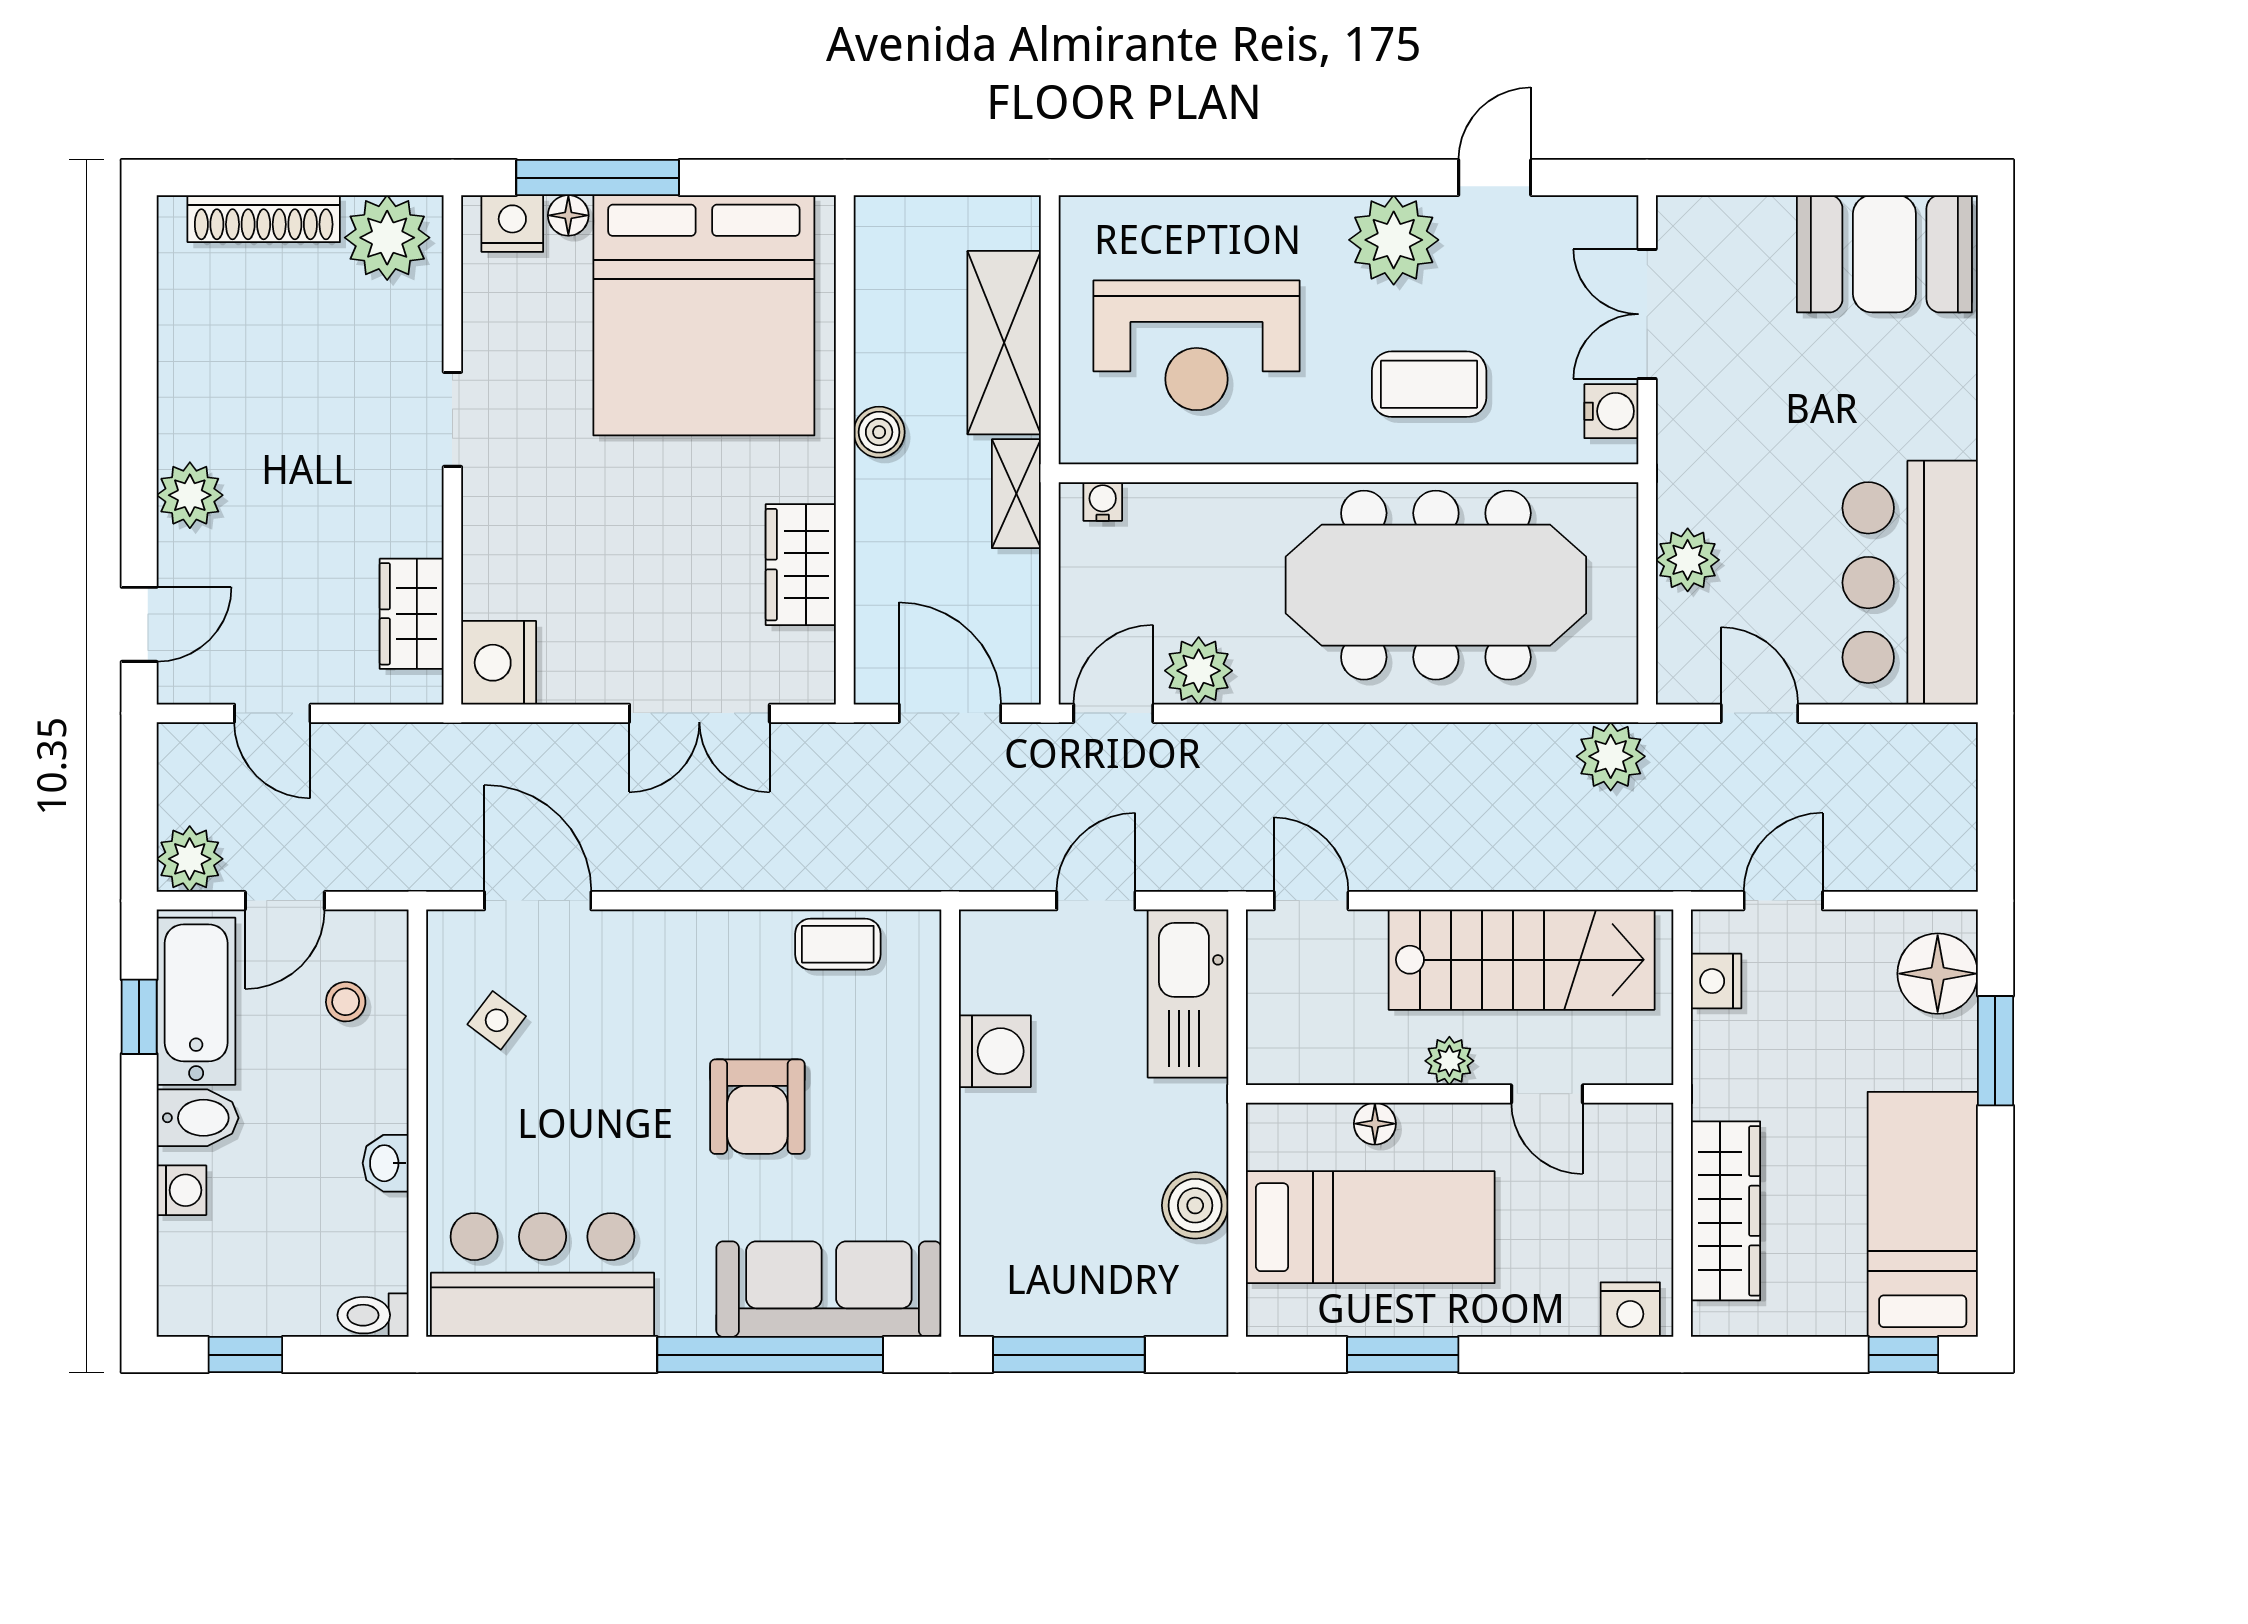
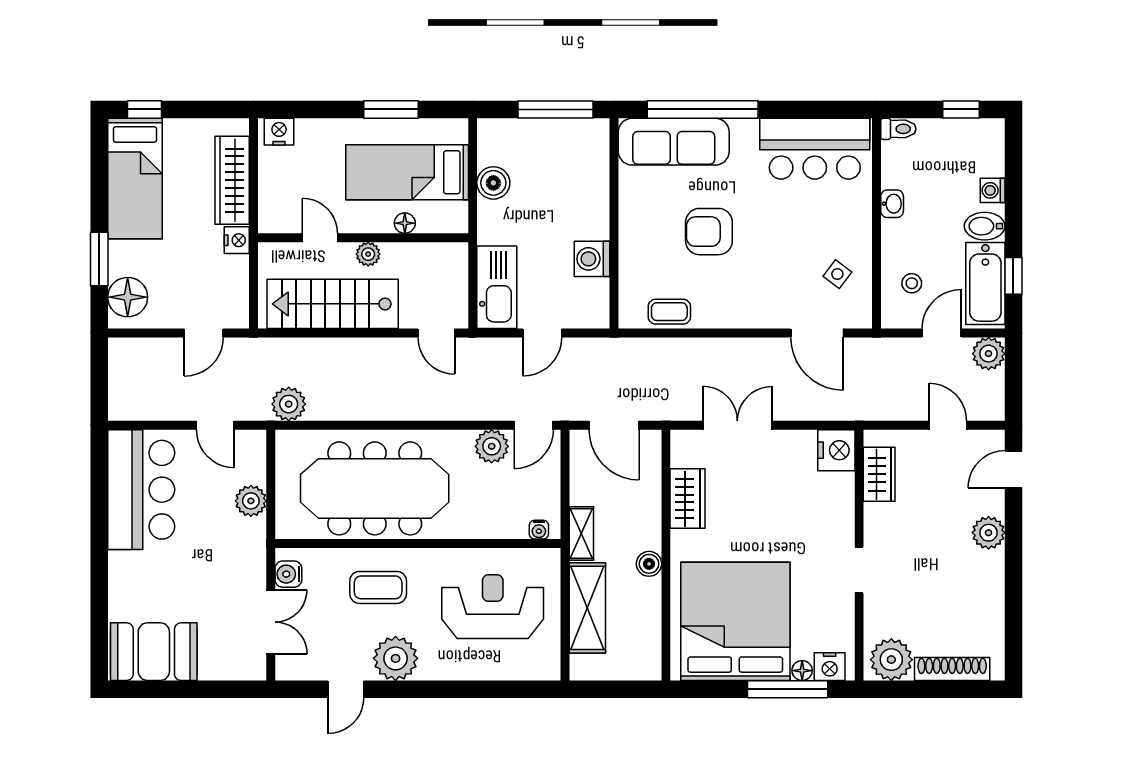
nightstand: (1716, 981) -> (237, 240), moved
armchair: (757, 1107) -> (709, 232), turned -90

